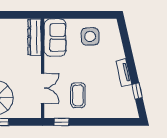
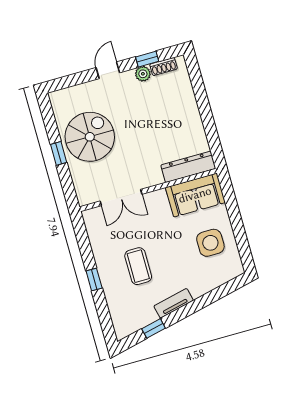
coffee table: (78, 95) -> (138, 266), moved, turned 90
window: (62, 122) -> (94, 280), moved

